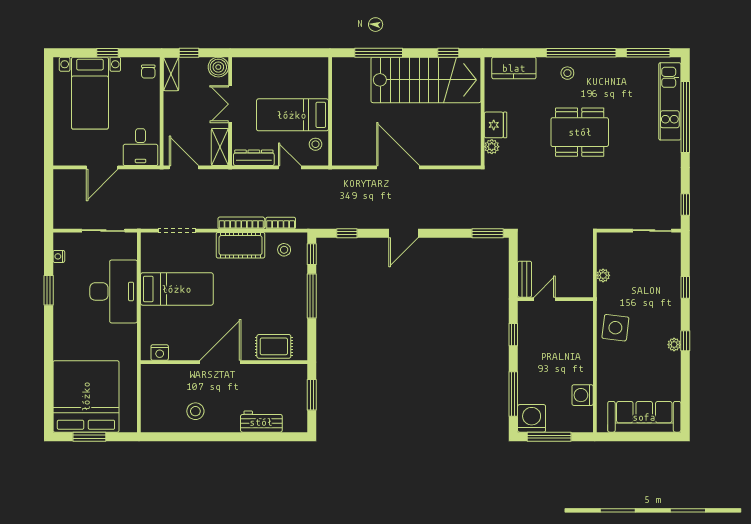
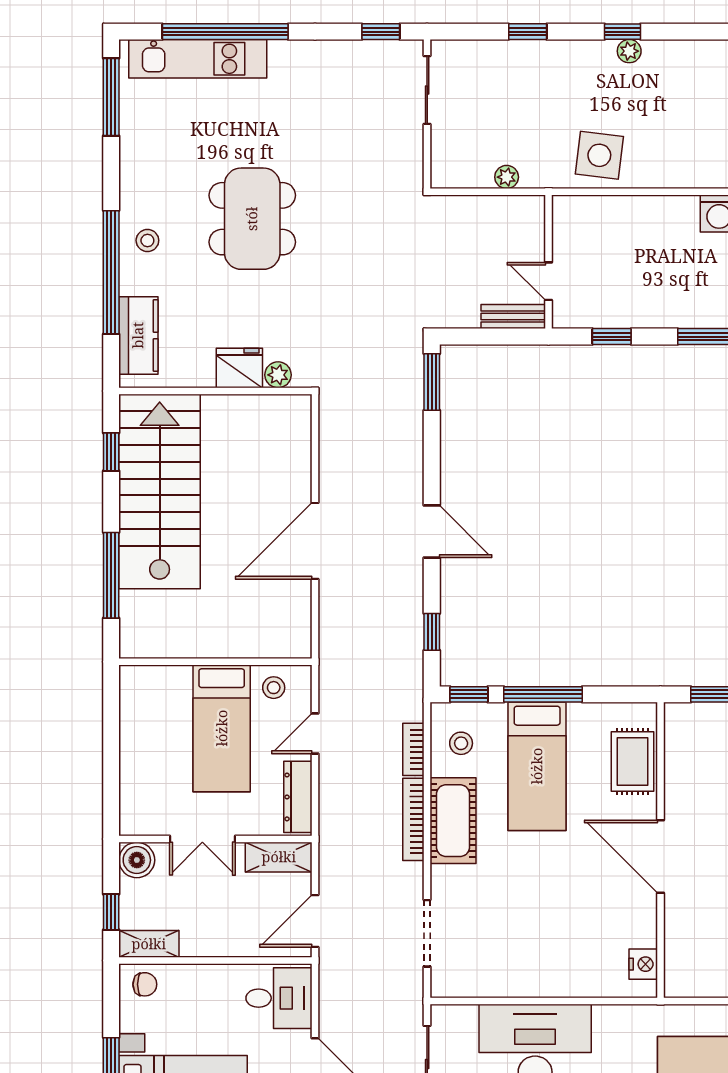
window: (581, 53) -> (111, 272), moved
bed: (177, 289) -> (537, 766), moved, turned 180

